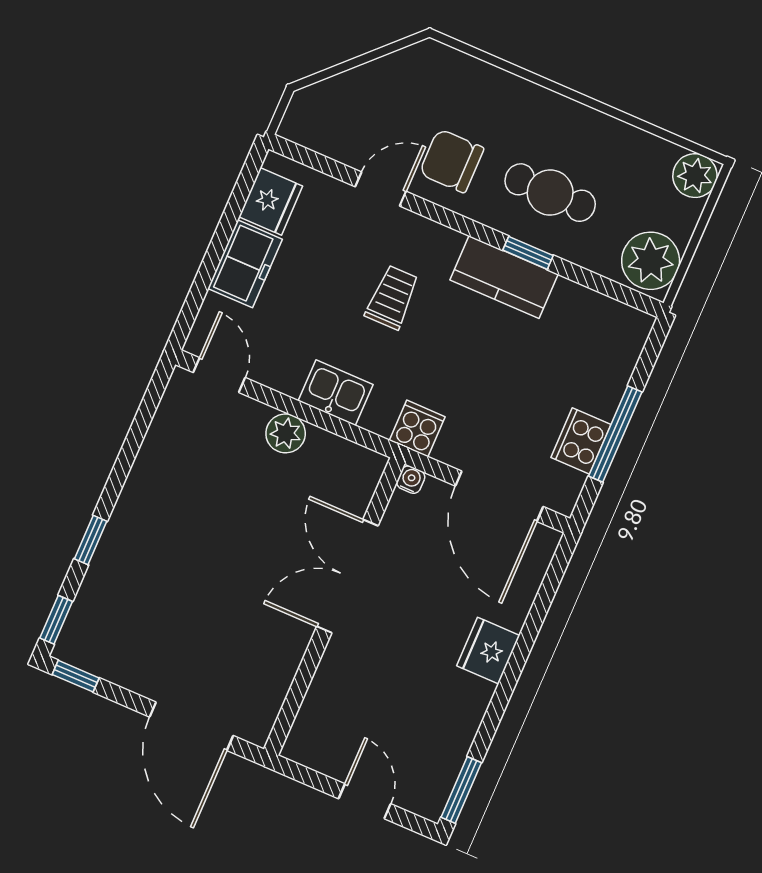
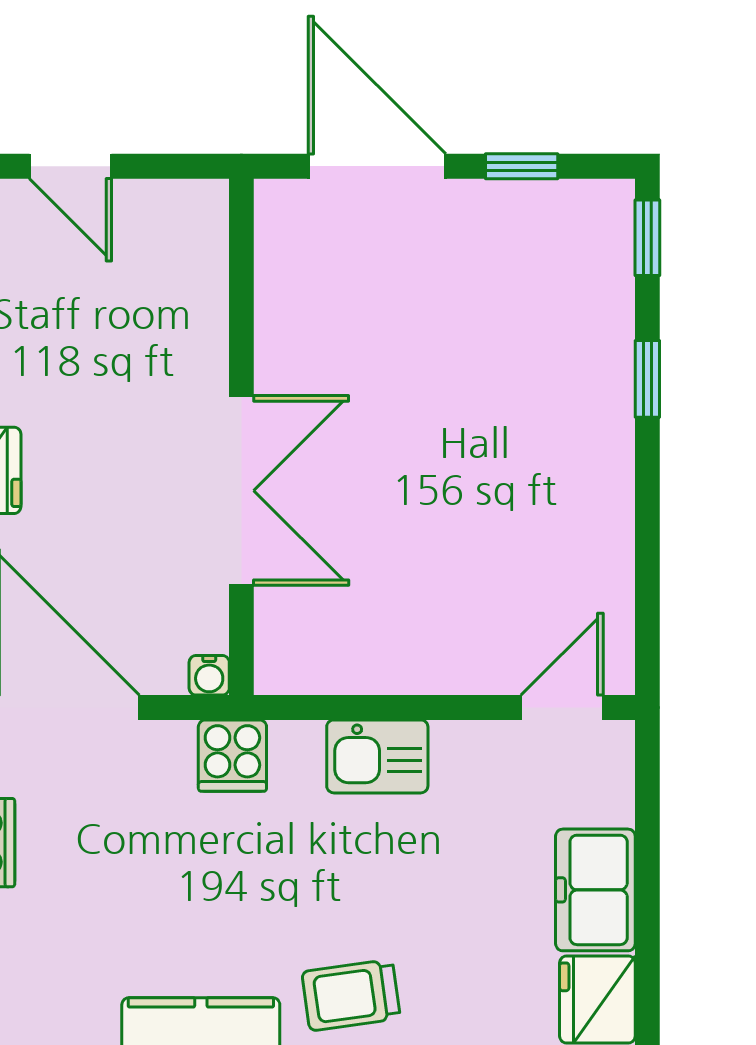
trolley: (392, 297) -> (351, 995), moved, turned 82
door: (219, 375) -> (562, 707), swing flipped
plant: (286, 433) -> (426, 663), removed
window: (76, 676) -> (522, 166), moved

